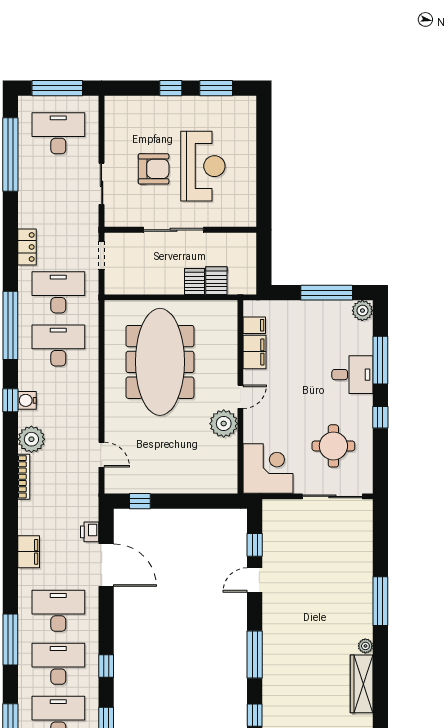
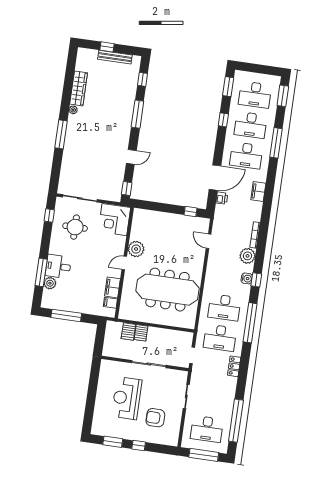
armchair: (154, 169) -> (155, 418), moved
plant: (362, 311) -> (50, 283), moved
meeting table: (160, 362) -> (167, 290), turned 90
window: (380, 417) -> (49, 216), moved
window: (255, 545) -> (127, 188), moved
door: (106, 565) -> (215, 178), swing flipped

